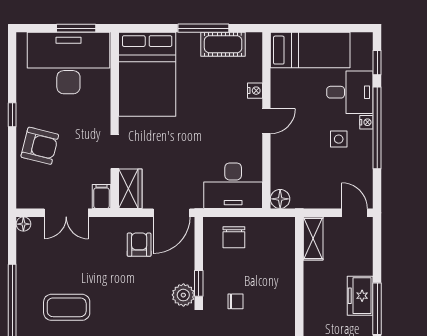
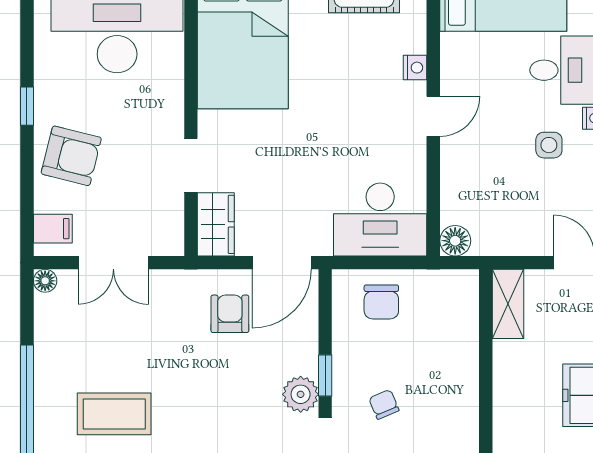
filing cabinet: (102, 197) -> (53, 229), moved, turned 90
chair: (235, 301) -> (384, 404), turned -113

